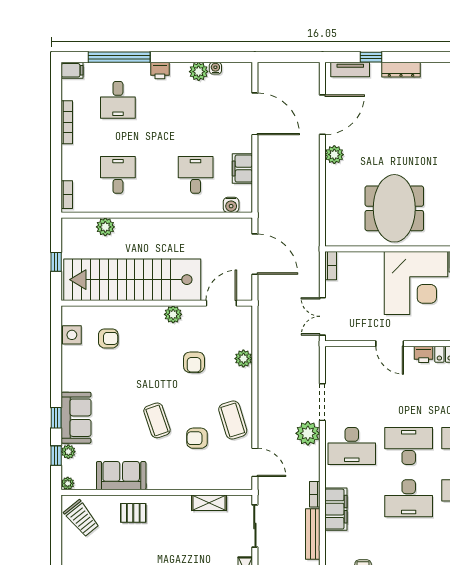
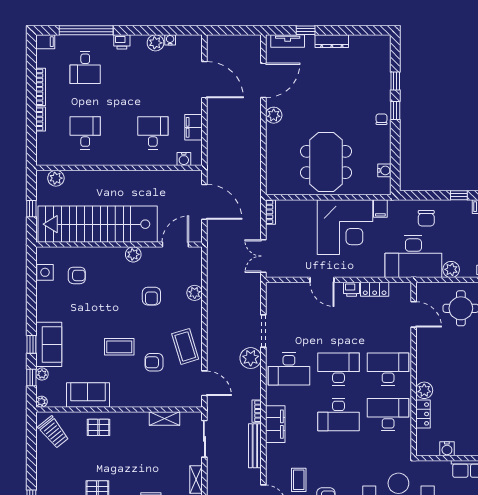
bookcase: (67, 195) -> (41, 119), moved
plant: (105, 227) -> (56, 178), moved
coffee table: (157, 420) -> (119, 347), turned -71

